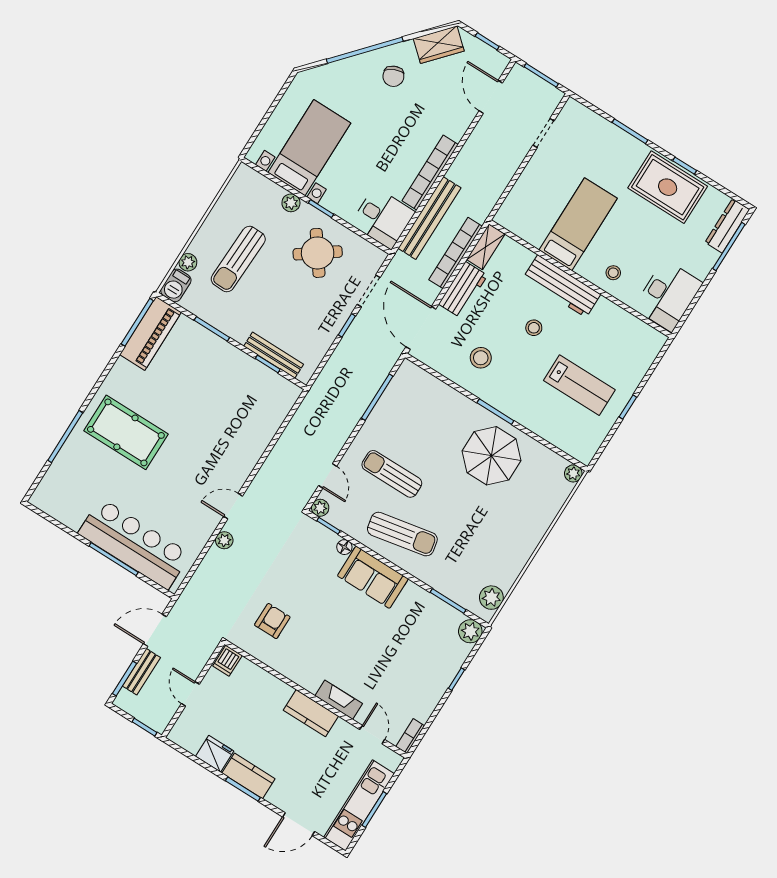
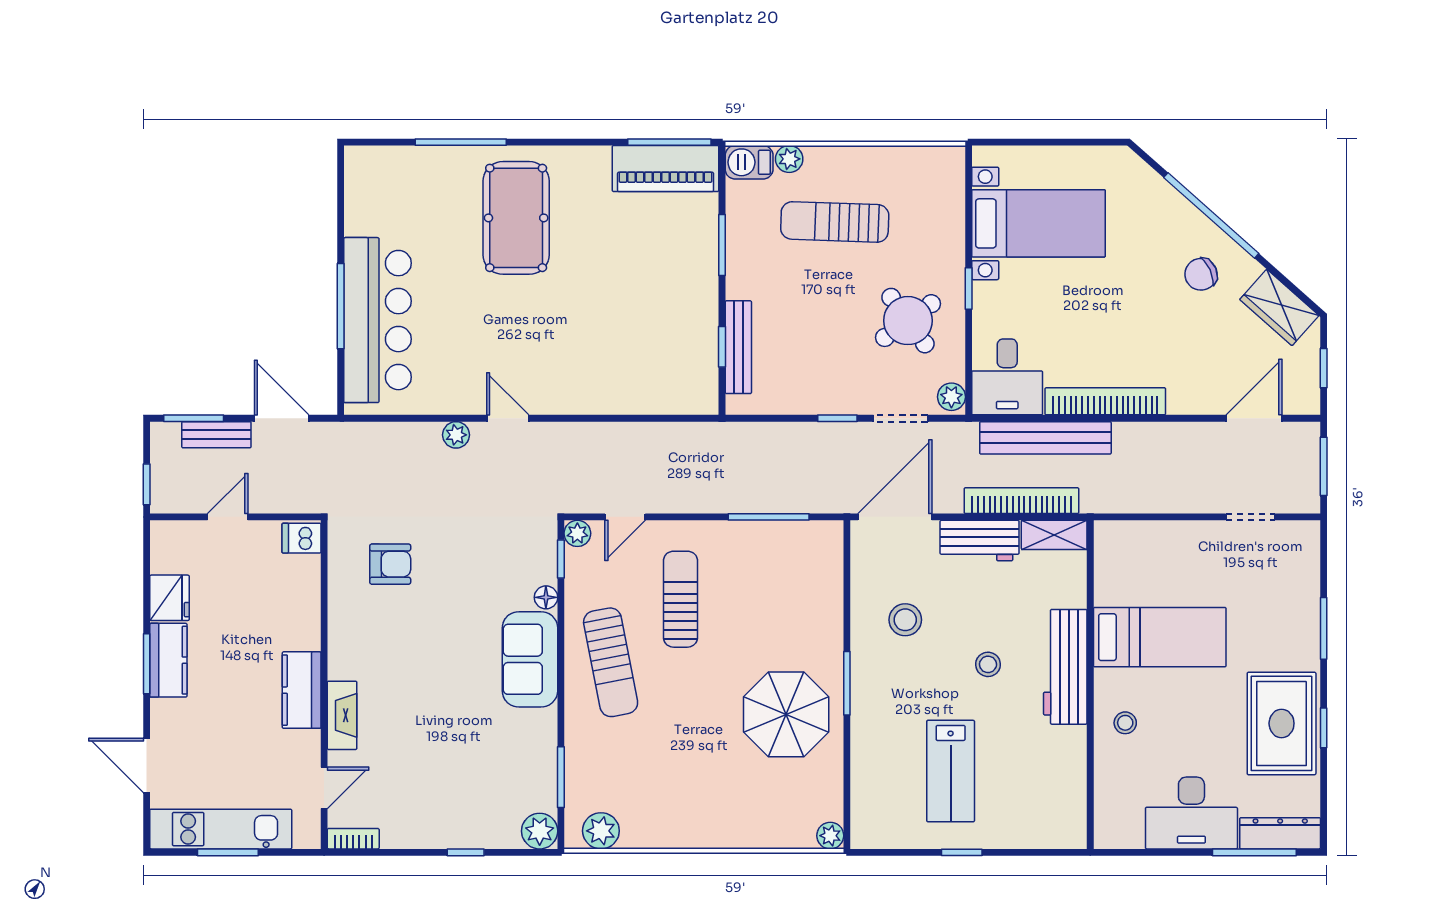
plant: (291, 203) -> (951, 397), moved
desk: (668, 296) -> (1191, 813), moved

